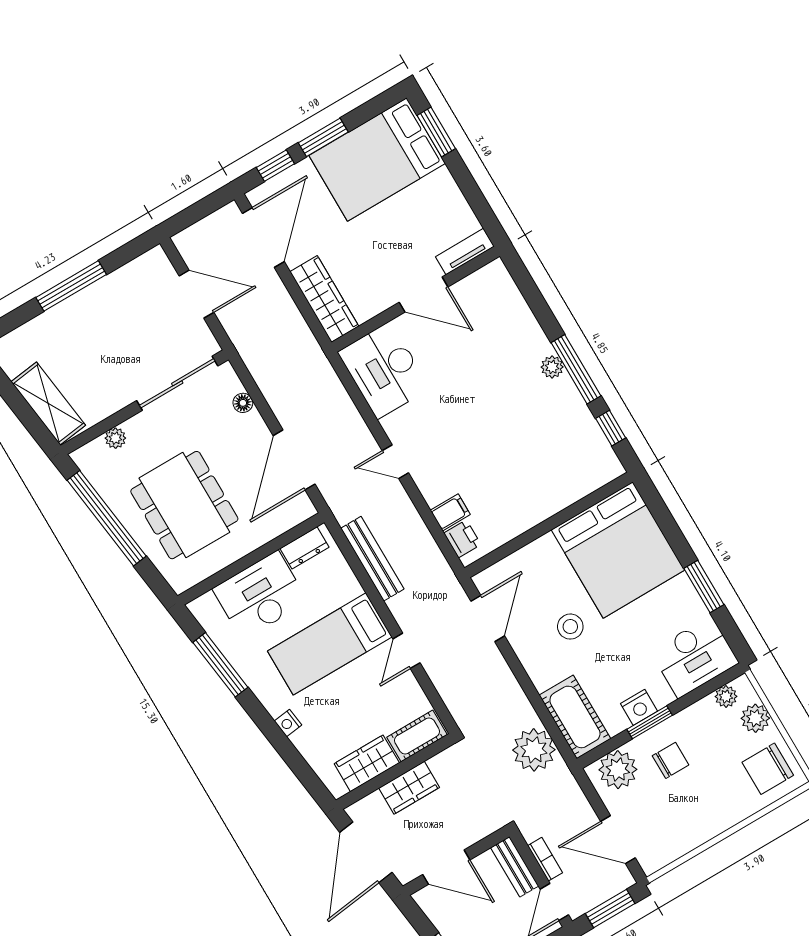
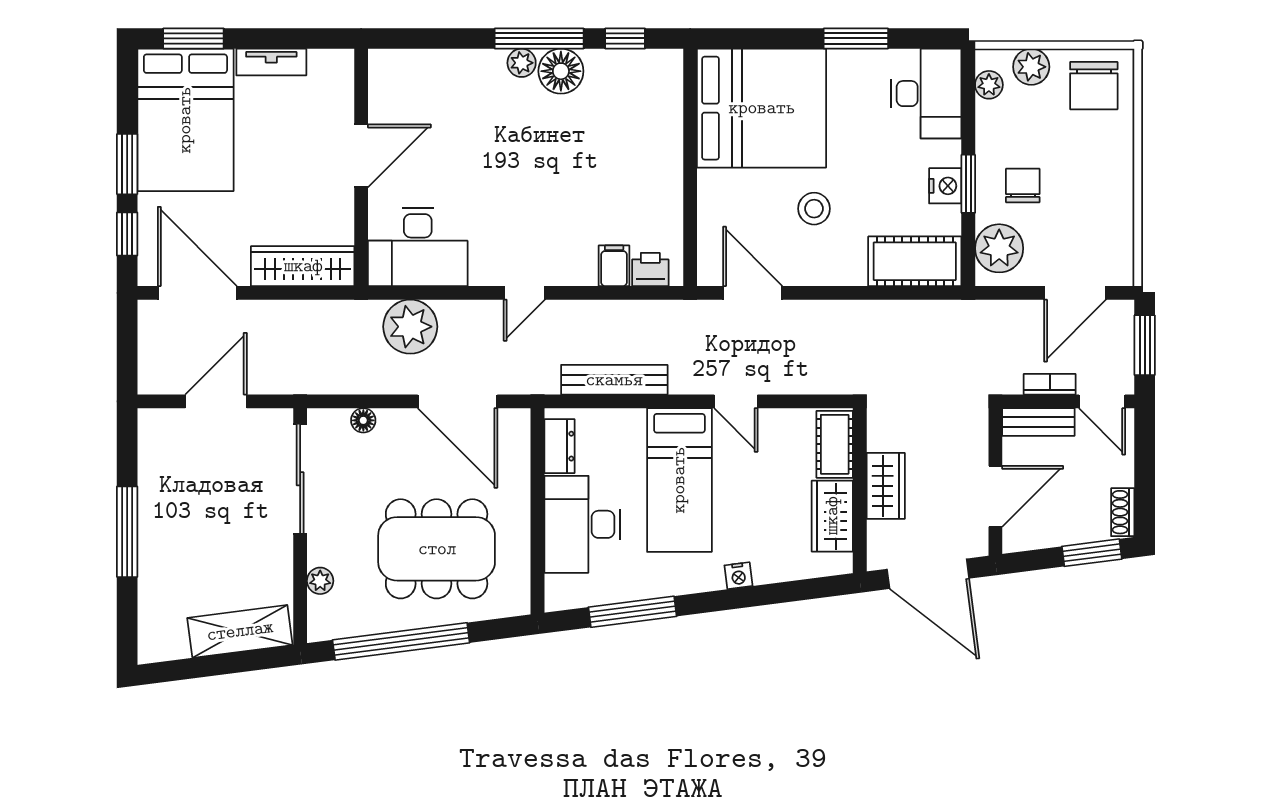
tv unit: (465, 252) -> (271, 62), moved, turned -90
floor lamp: (562, 397) -> (561, 71), added
plant: (534, 750) -> (410, 327), moved

